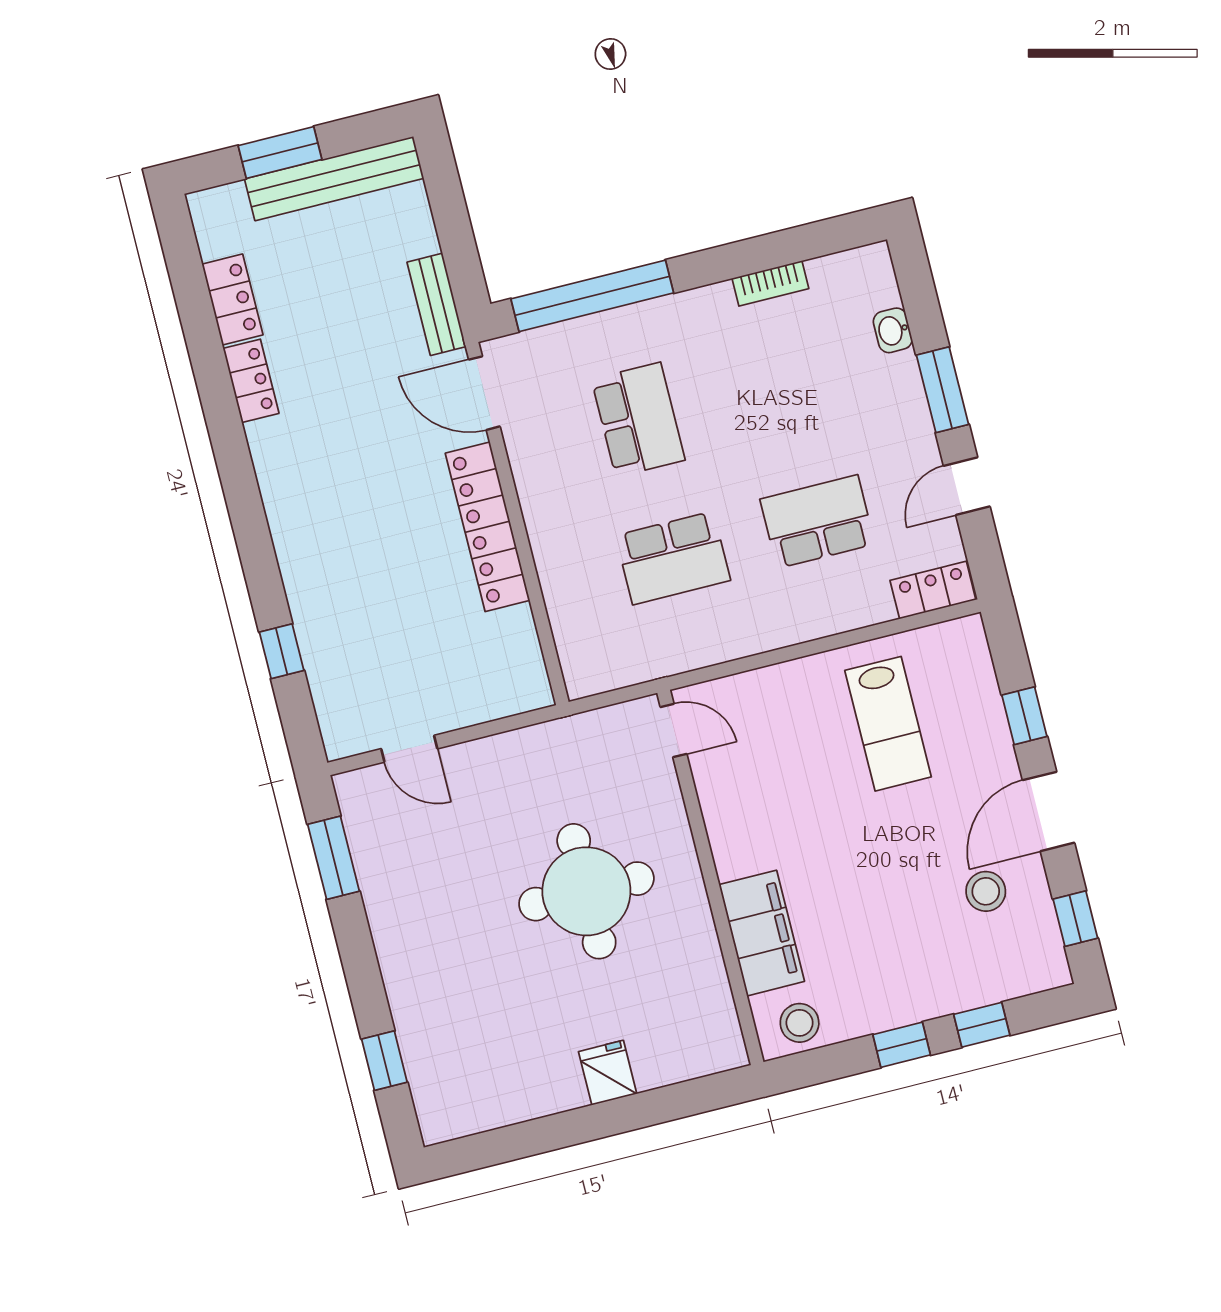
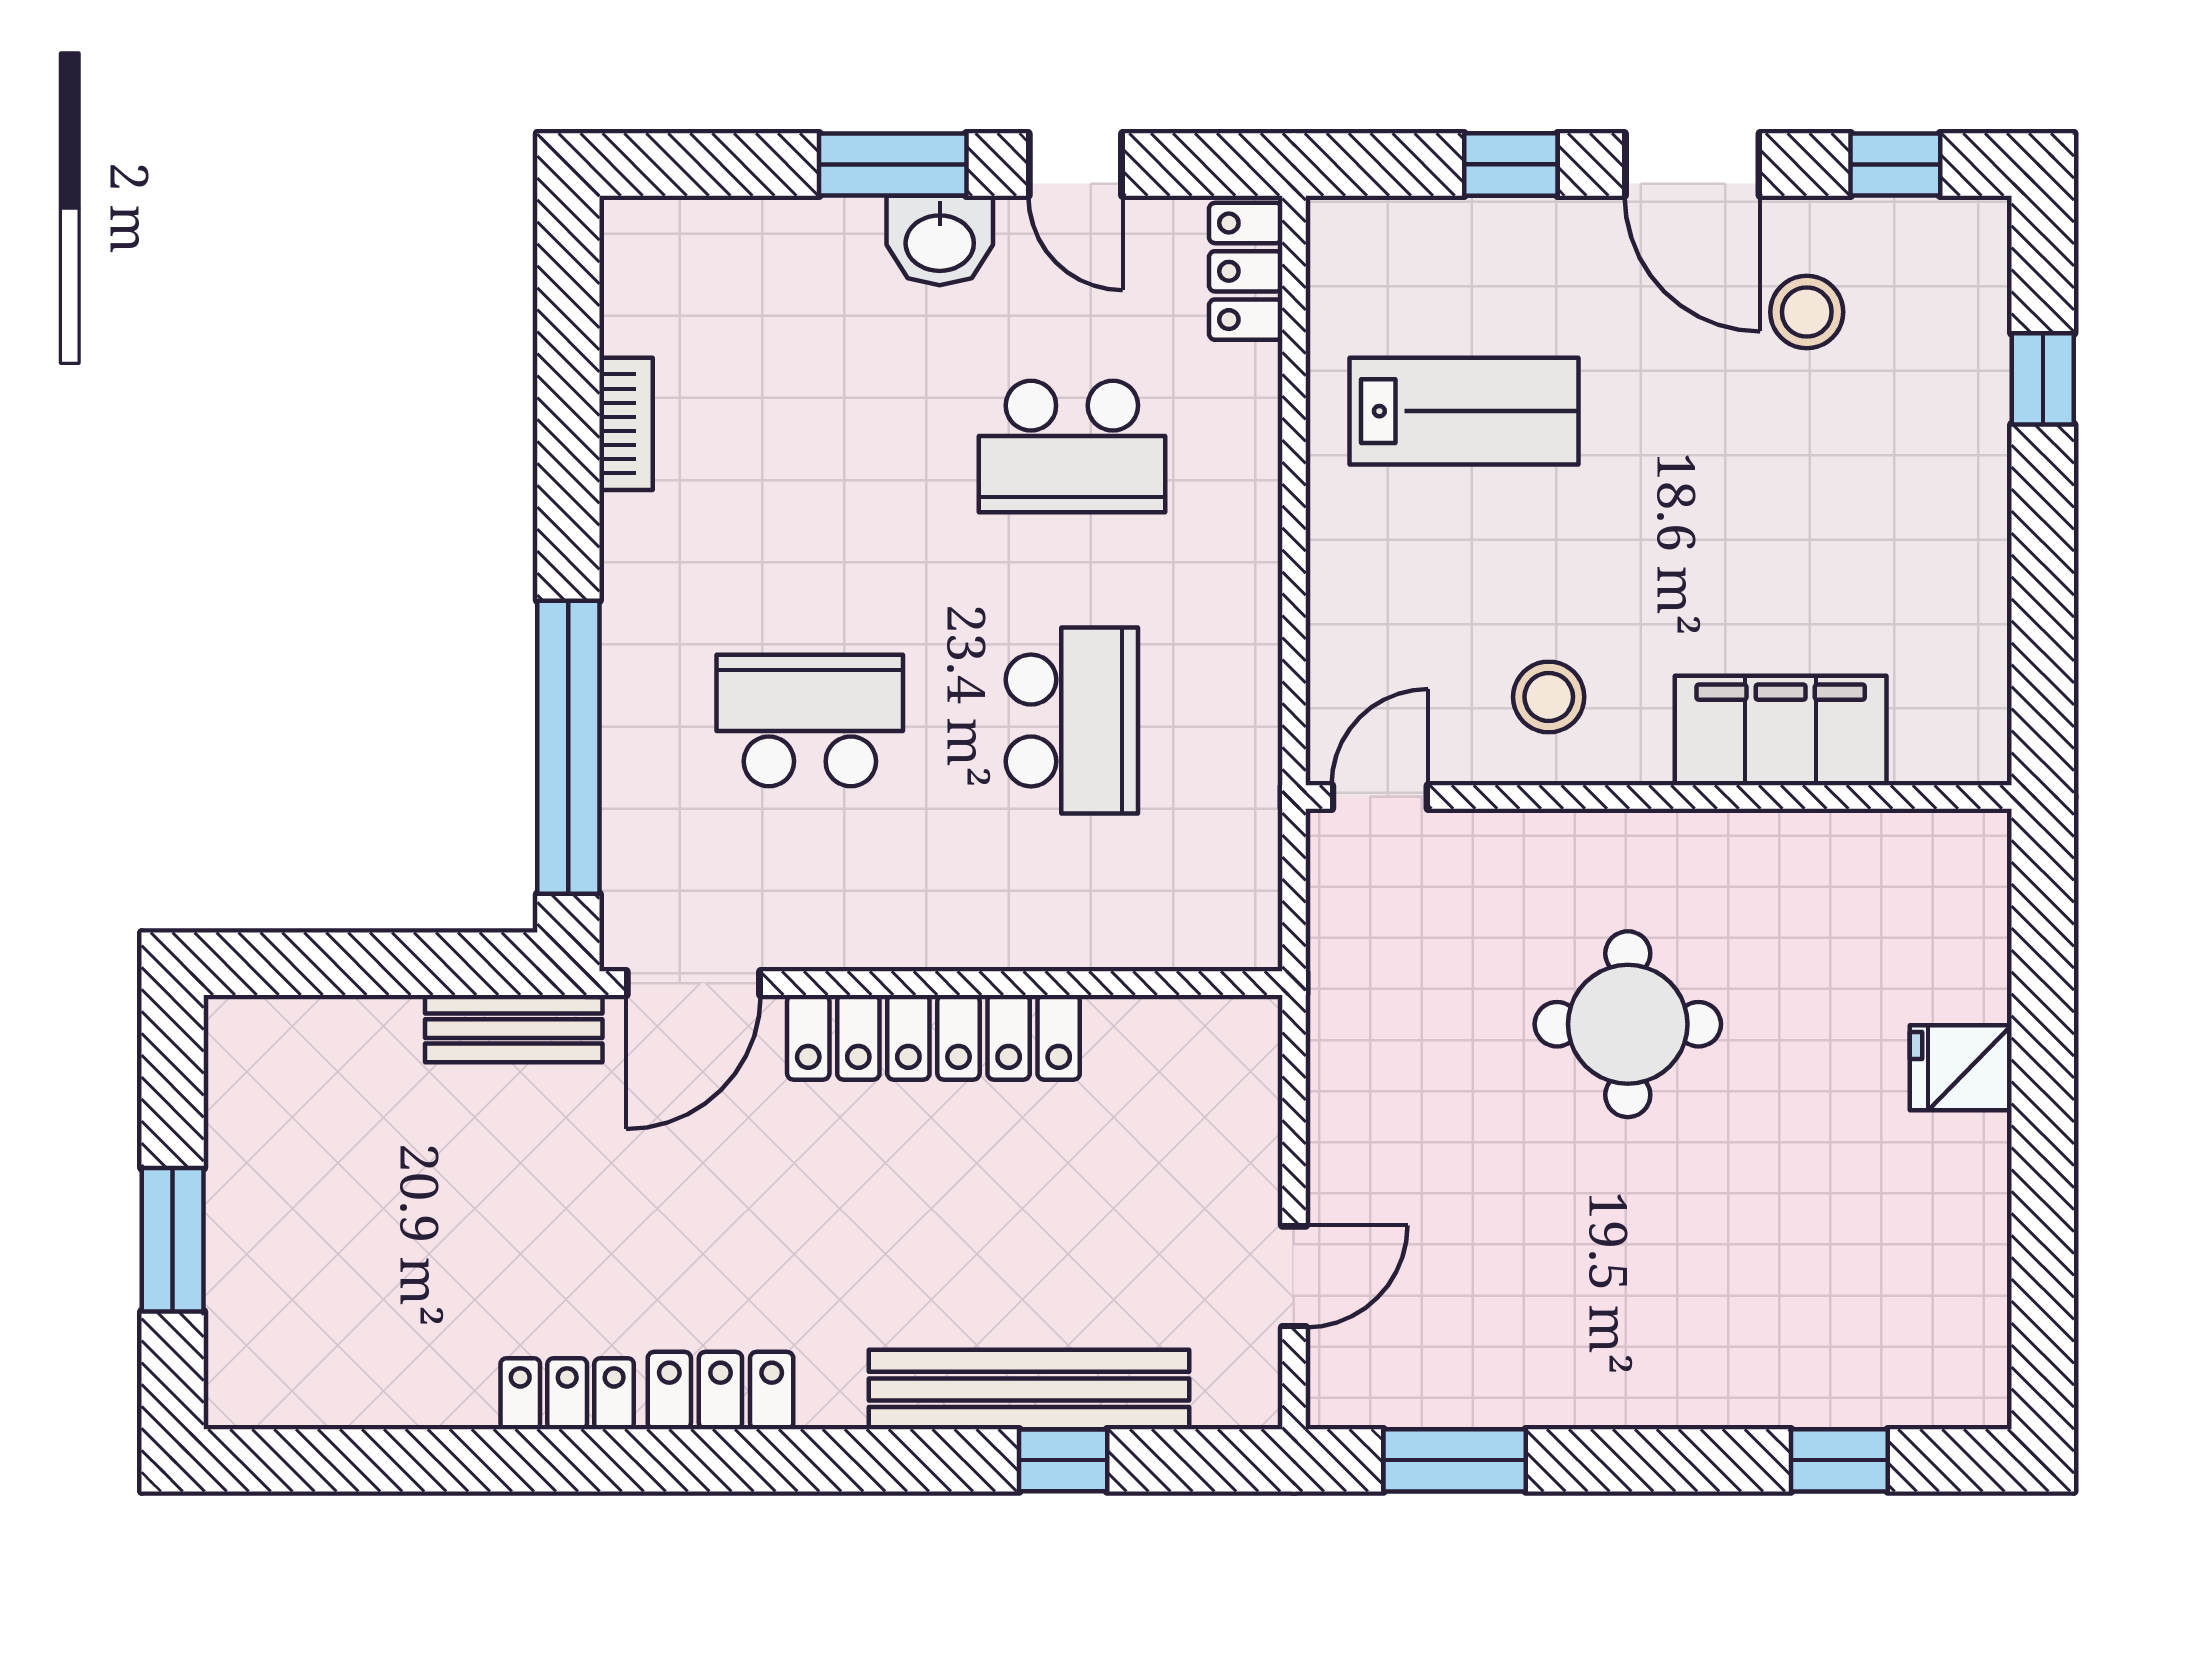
bench: (334, 179) -> (1029, 1389), moved, turned 90
locker: (232, 300) -> (720, 1391), moved
washbasin: (893, 330) -> (940, 240), moved, width x1.38, depth x1.45
school desk: (817, 522) -> (1072, 447), turned -90
round table: (586, 891) -> (1628, 1024), width x0.73, depth x0.73
stool: (800, 1023) -> (1549, 697), moved
window: (902, 1045) -> (2043, 531), removed

